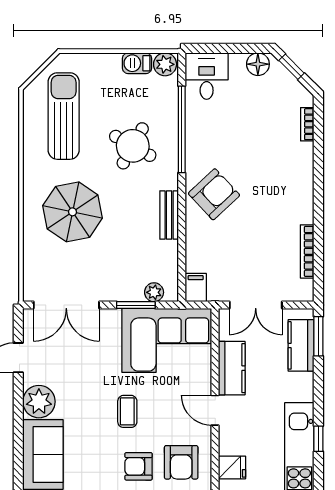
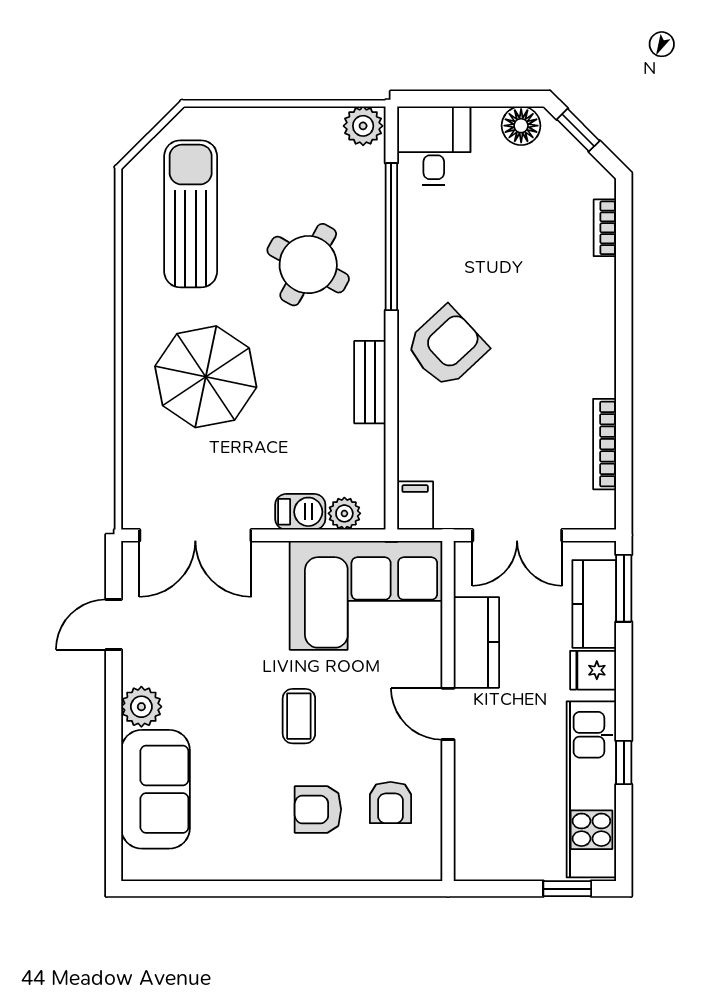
barbecue: (137, 63) -> (300, 512), moved, turned 180
window: (136, 305) -> (314, 535), removed
plant: (39, 402) -> (141, 707), width x0.73, depth x0.73
armchair: (181, 462) -> (391, 803), width x0.72, depth x0.72
fridge: (232, 467) -> (593, 670), moved, turned 180

